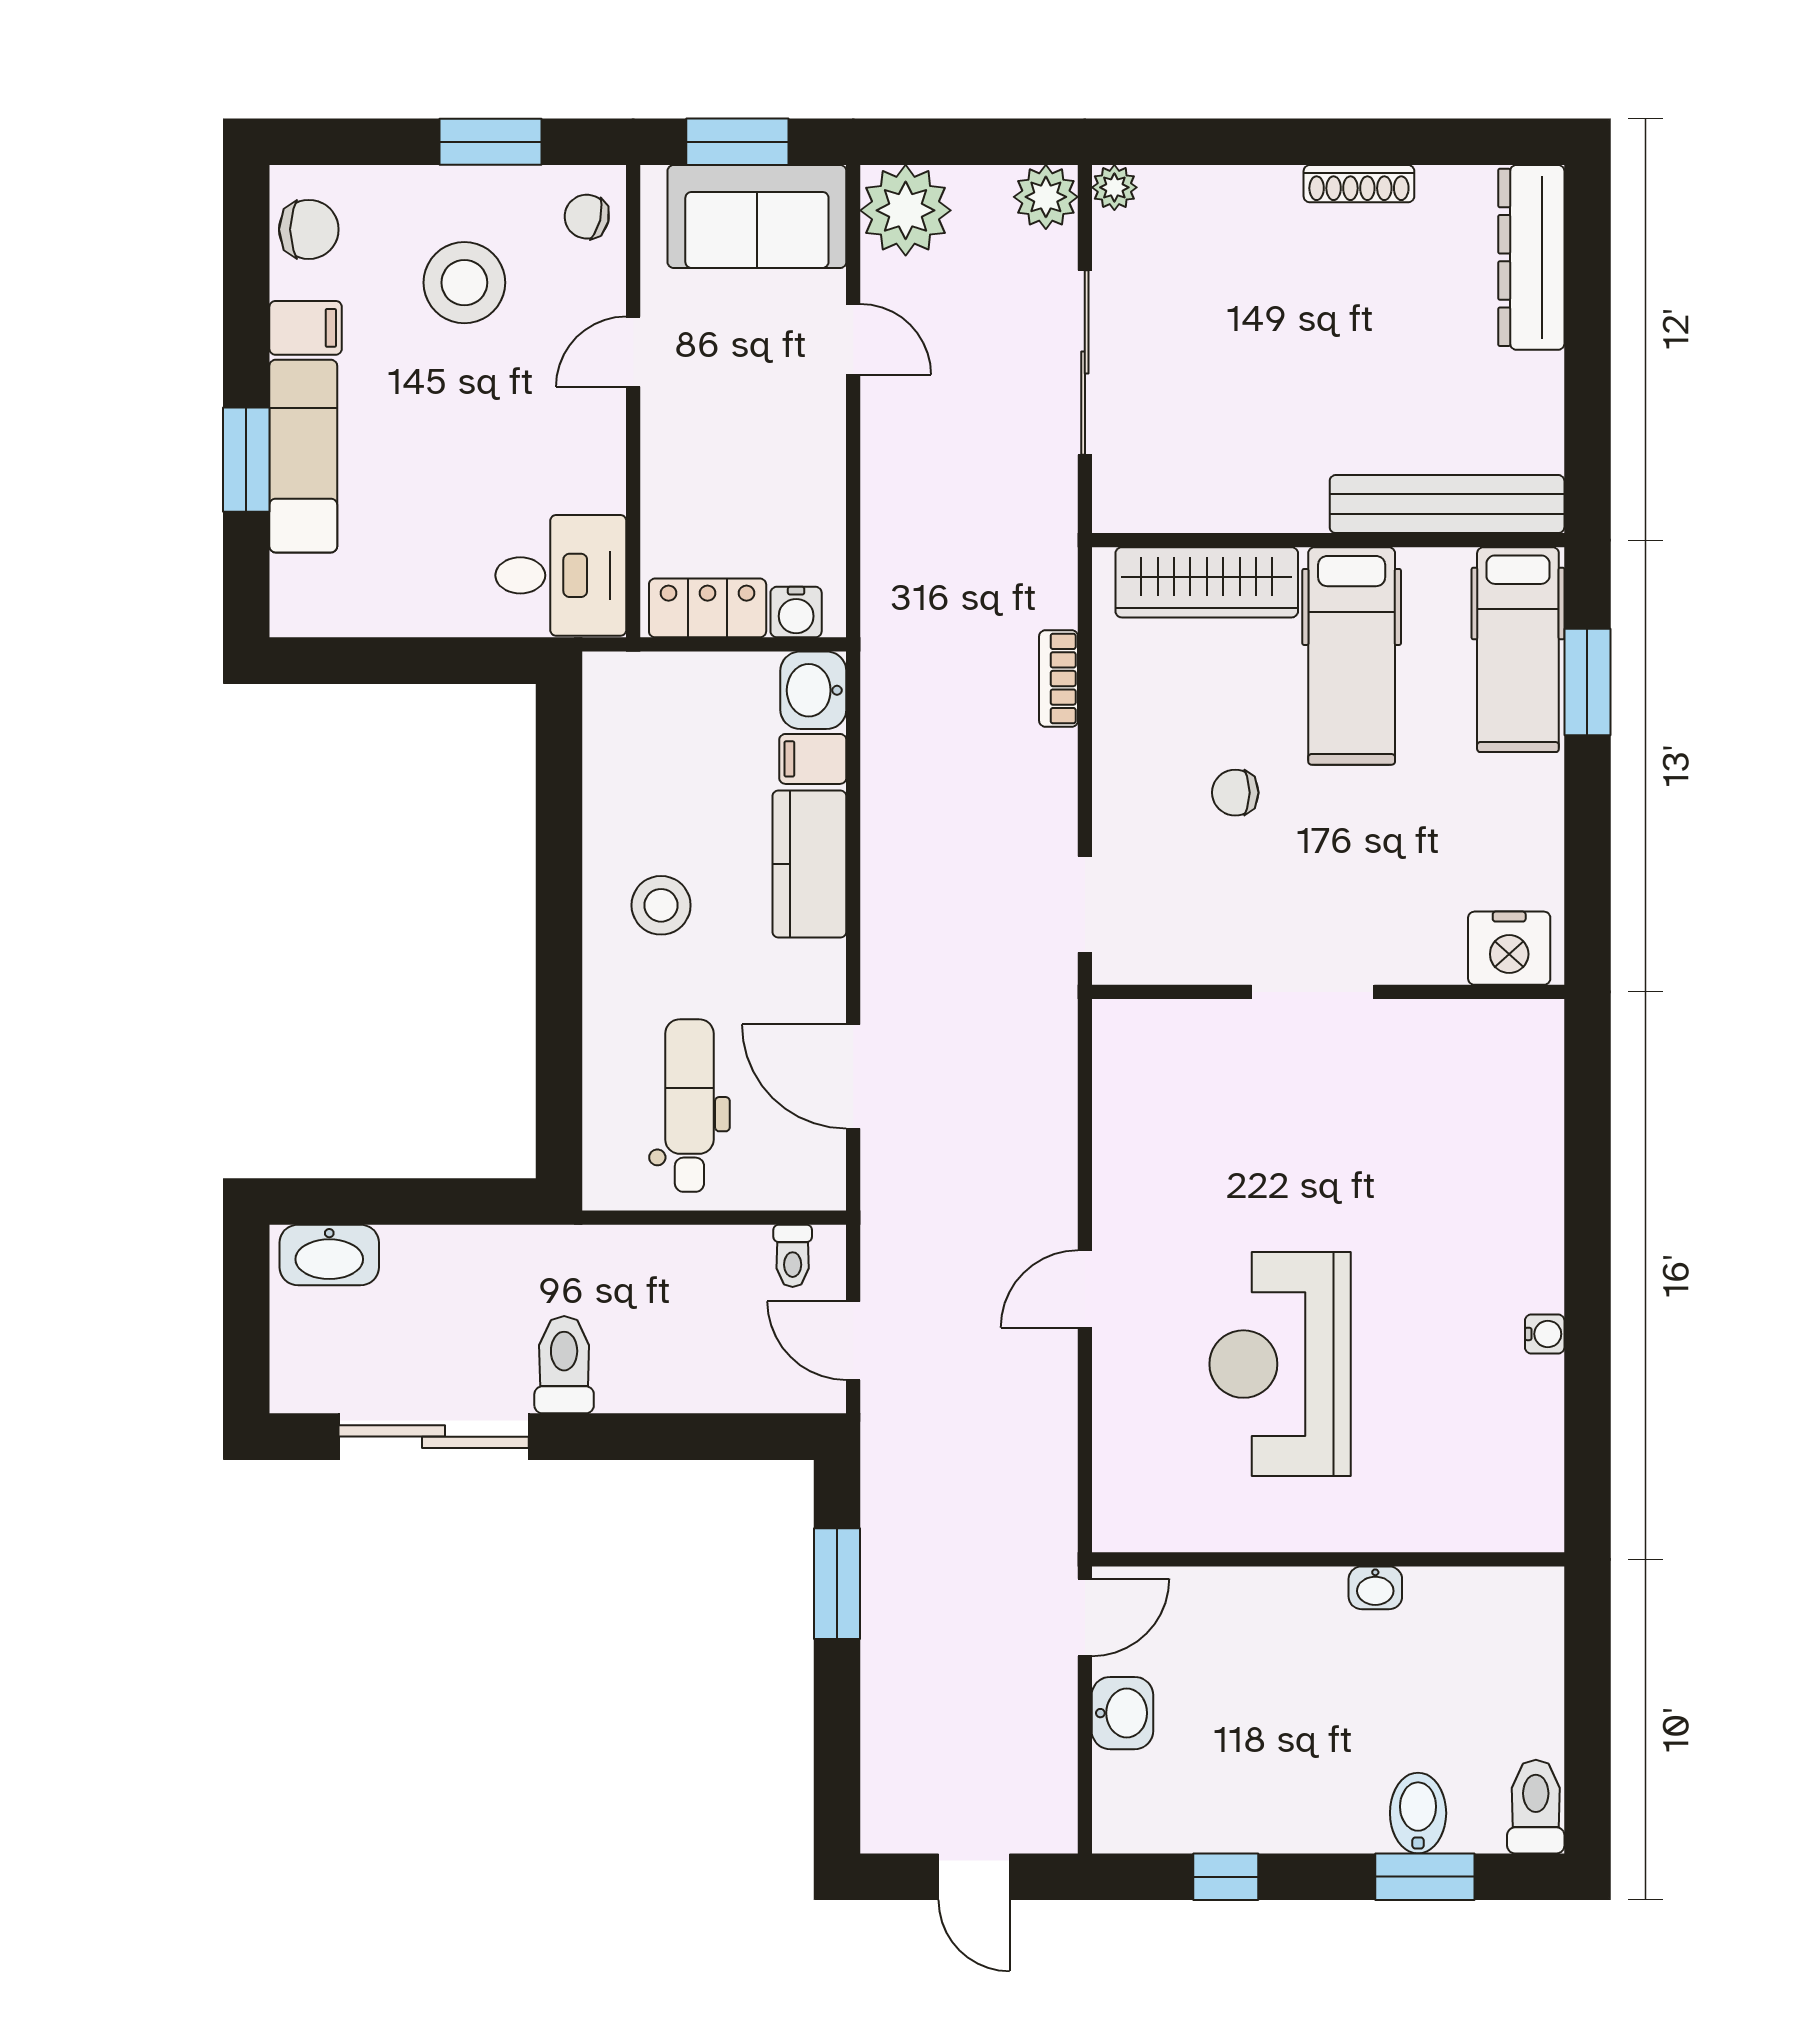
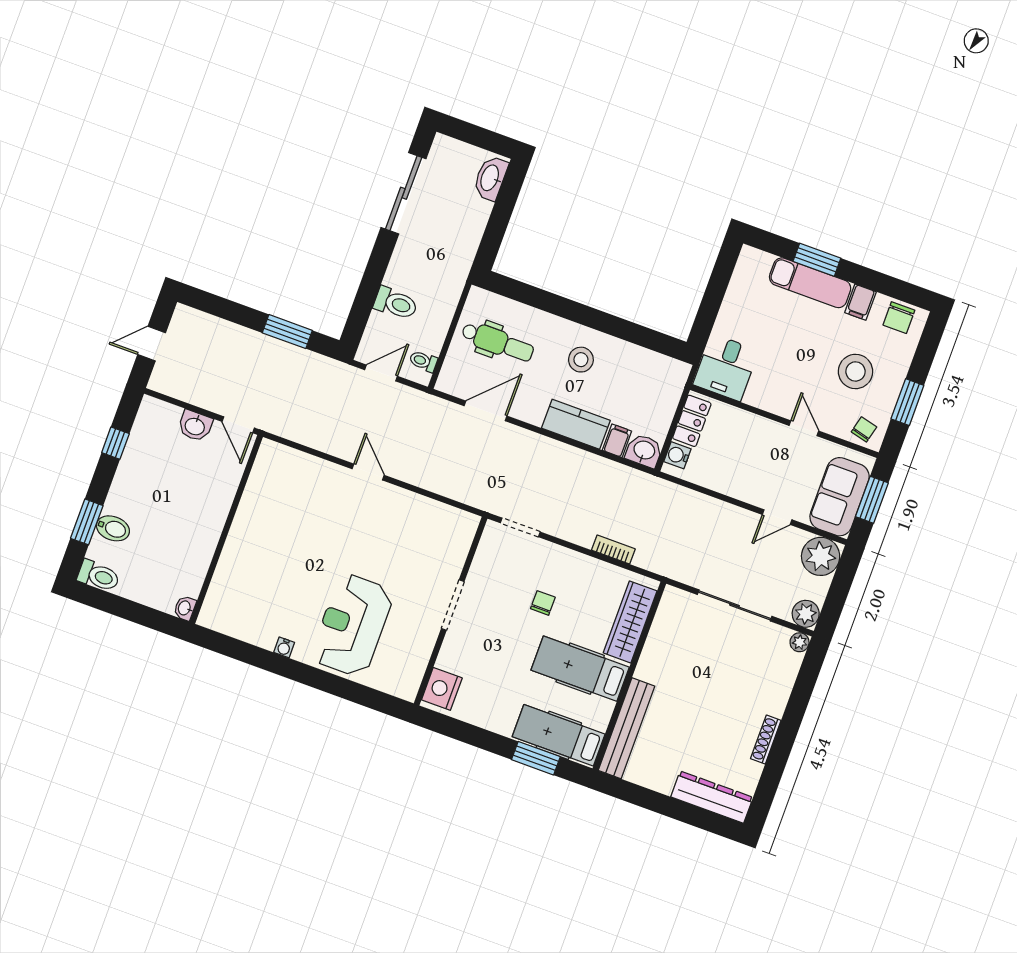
reception desk: (1280, 1364) -> (352, 625), moved, turned -90
toilet: (564, 1365) -> (396, 303), moved
washbasin: (1375, 1588) -> (185, 608), moved

